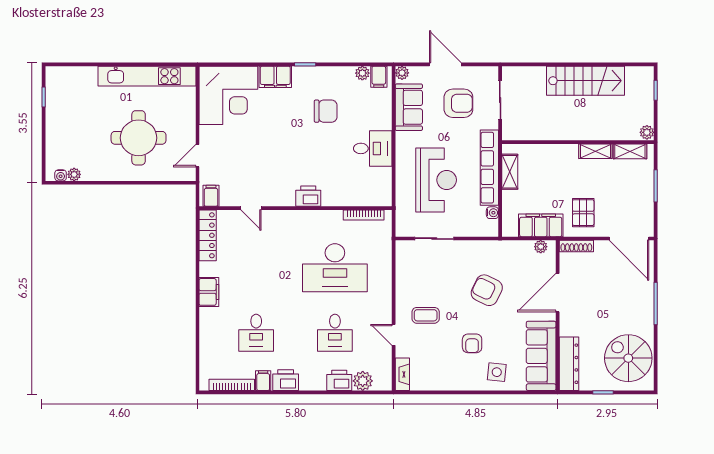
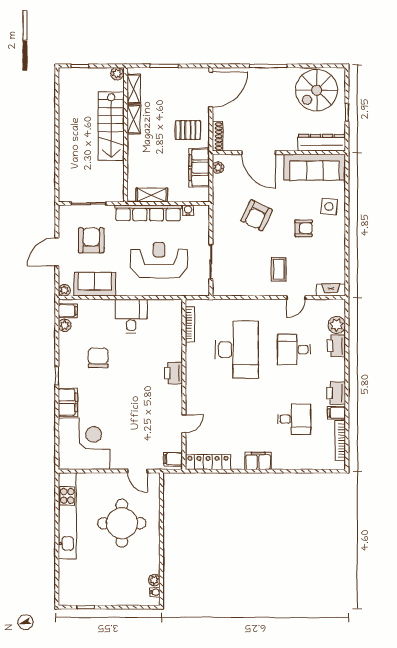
stairs: (585, 81) -> (111, 126), moved, turned 180
desk: (335, 333) -> (294, 350), turned 180

